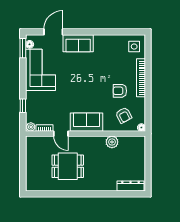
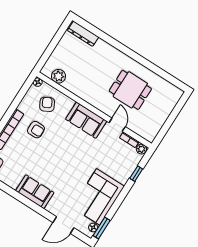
sofa: (78, 43) -> (35, 192), moved
plant: (112, 142) -> (59, 76), moved

